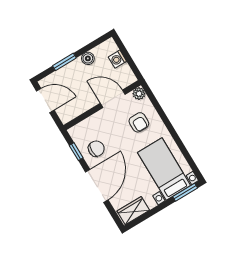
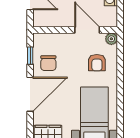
chair: (96, 149) -> (48, 63), turned 90

